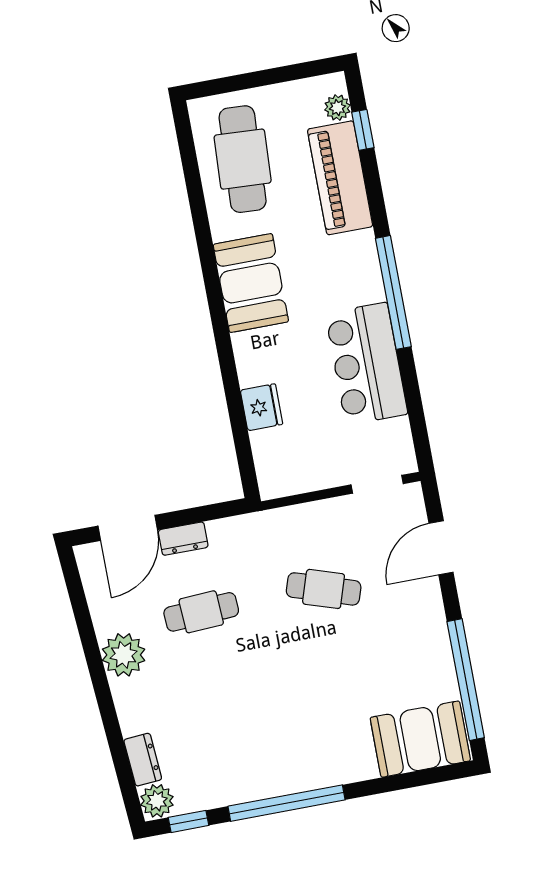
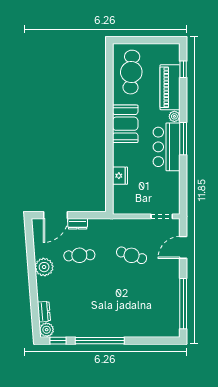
plant: (337, 108) -> (174, 116), moved
window: (393, 292) -> (183, 139), width x0.68
bar counter: (366, 364) -> (167, 147), moved
booth: (420, 739) -> (160, 325), removed

